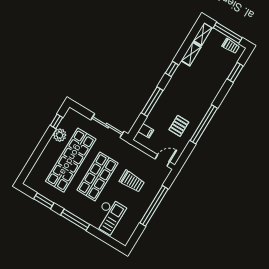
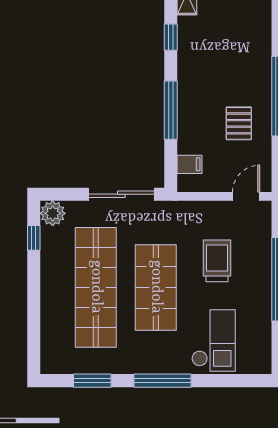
plant: (60, 135) -> (53, 213), moved
trolley: (132, 181) -> (217, 261), turned -90

